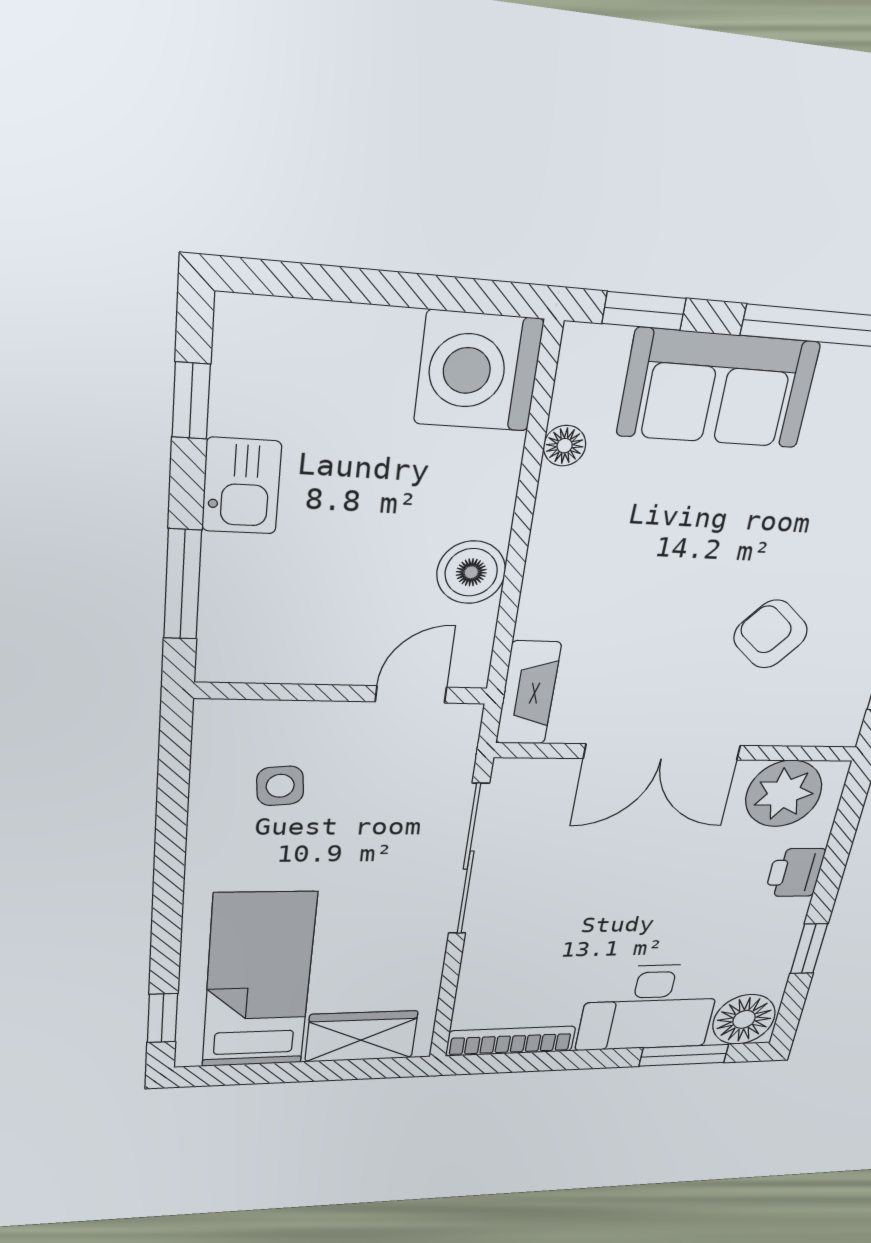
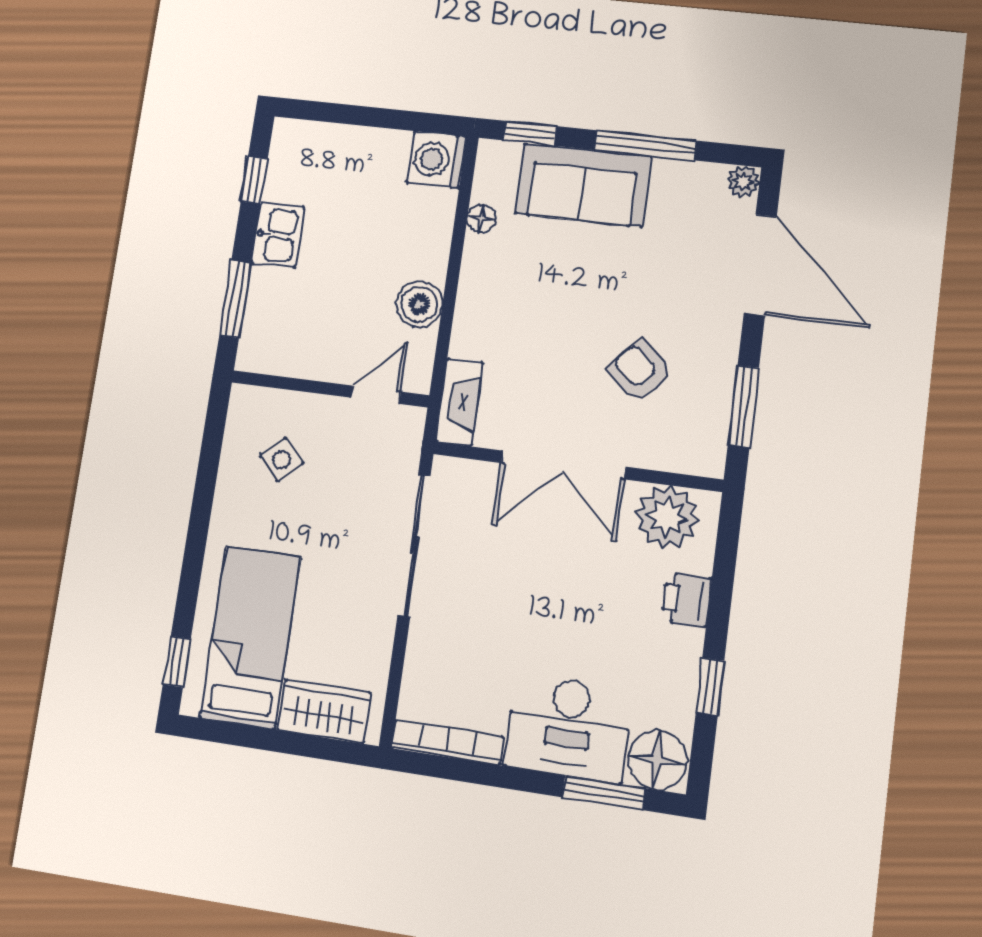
washing machine: (478, 371) -> (437, 160), width x0.73, depth x0.73
side table: (280, 786) -> (282, 460), turned -38

